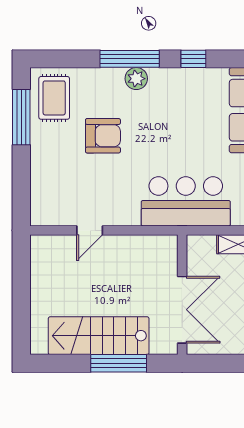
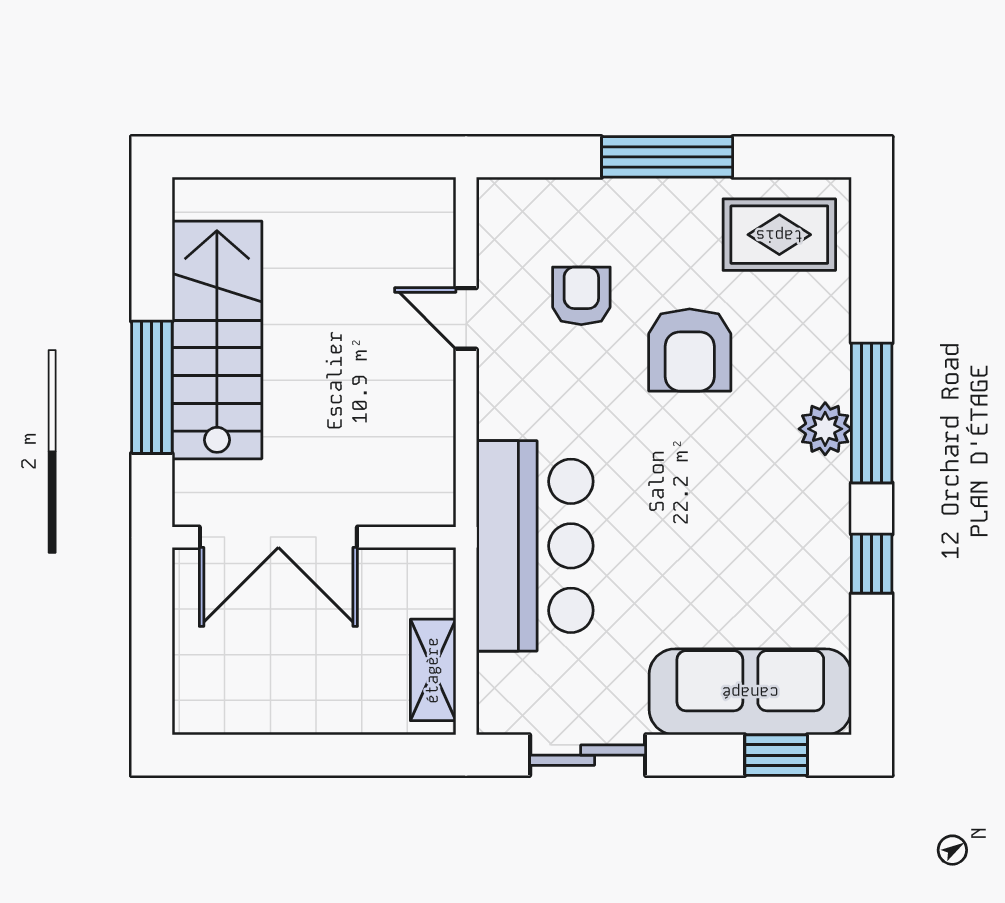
window: (21, 117) -> (667, 157), moved
armchair: (80, 182) -> (581, 296), added

